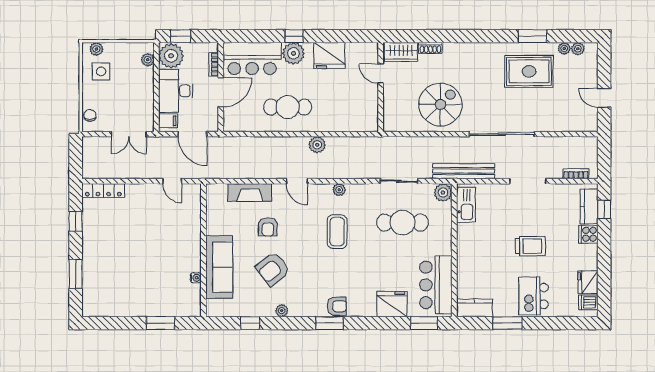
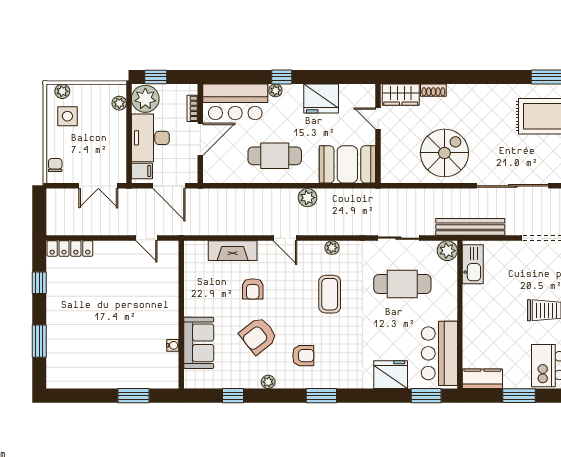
plant: (293, 53) -> (275, 90), width x0.53, depth x0.53
booth: (353, 115) -> (347, 164), added
sofa: (219, 267) -> (199, 343), width x0.73
armchair: (337, 306) -> (303, 356), moved

